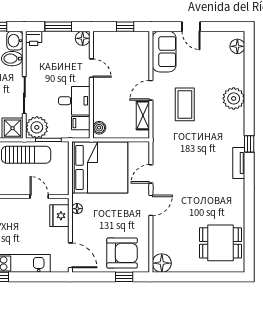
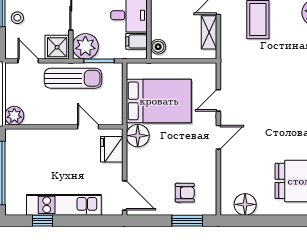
bed: (100, 167) -> (159, 101), width x0.73
floor lamp: (77, 209) -> (138, 136), width x1.89, depth x1.89
armchair: (122, 253) -> (185, 193), width x0.53, depth x0.53
floor lamp: (162, 263) -> (245, 204), moved
window: (124, 277) -> (187, 221), width x1.50

